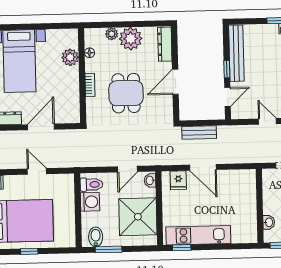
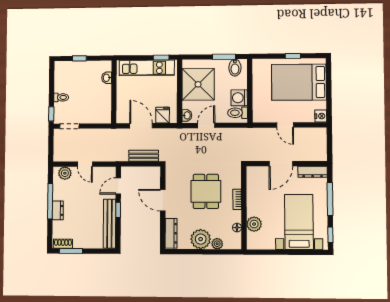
door: (175, 82) -> (163, 200), swing flipped
wall: (260, 206) -> (114, 92), moved
washbasin: (269, 222) -> (107, 78), moved

